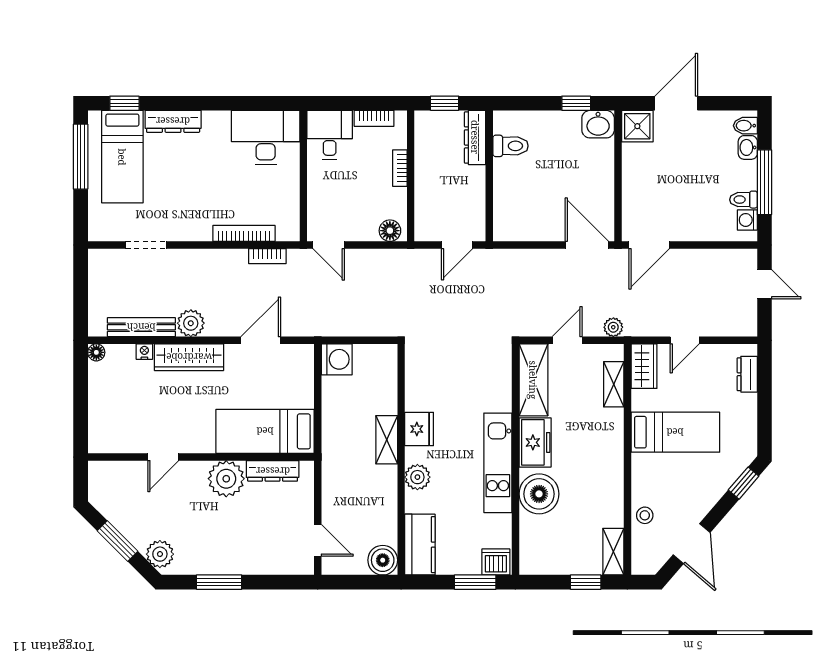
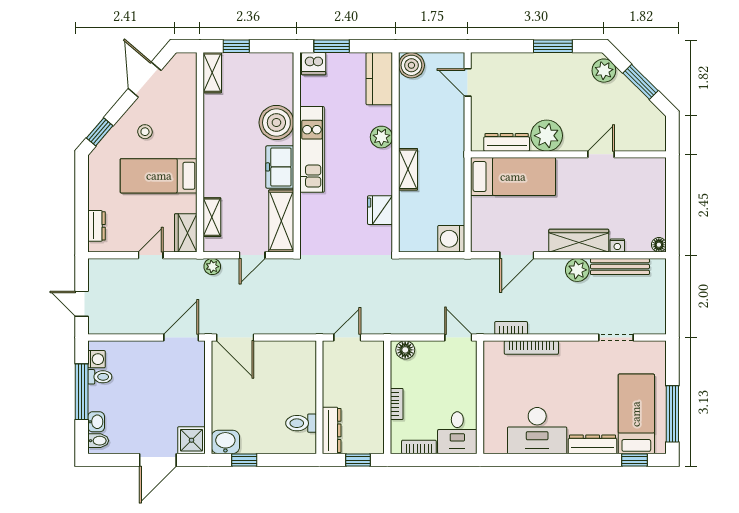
desk: (266, 137) -> (537, 431), moved
fridge: (419, 429) -> (380, 210), moved
stool: (645, 515) -> (145, 132), moved

